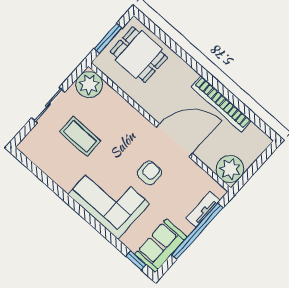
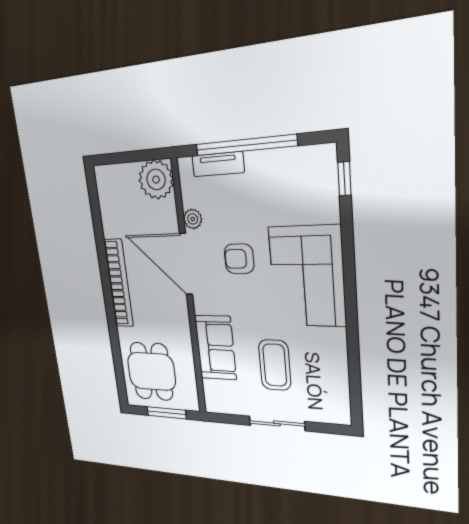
plant: (89, 84) -> (193, 219), moved, width x0.53, depth x0.53
bookcase: (221, 104) -> (119, 283), moved
sofa: (161, 246) -> (215, 348), moved, turned -90

